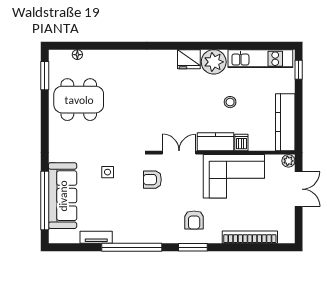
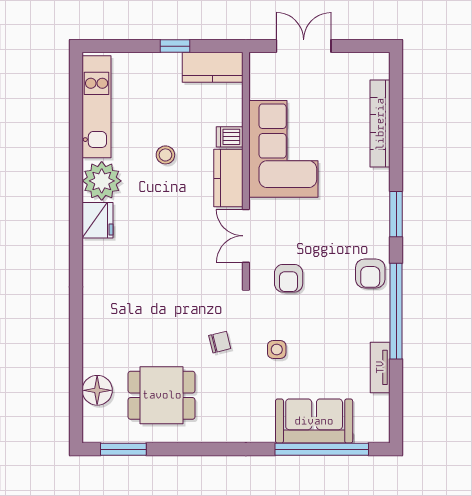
floor lamp: (77, 55) -> (97, 390), width x1.89, depth x1.89
window: (299, 70) -> (175, 46), moved
dining table: (79, 100) -> (162, 395), width x0.73
kitchen counter: (285, 122) -> (213, 67), width x0.67
chair: (112, 136) -> (220, 342), added
plant: (288, 161) -> (259, 62), removed
sofa: (63, 196) -> (314, 421), width x0.73
armchair: (194, 220) -> (370, 273), moved, turned 90

